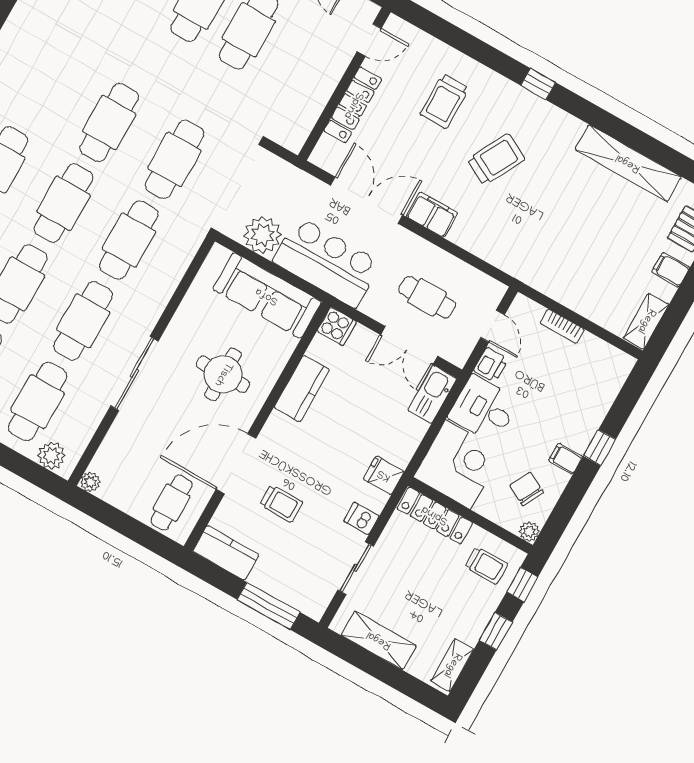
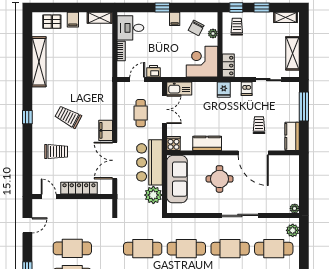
desk: (484, 409) -> (130, 28), moved, turned 90
cafe table: (172, 503) -> (284, 170), removed
locker: (435, 515) -> (228, 66), width x0.66
plant: (529, 531) -> (213, 34), moved

